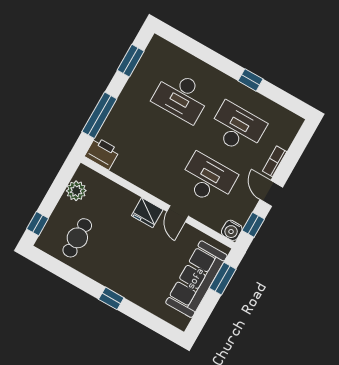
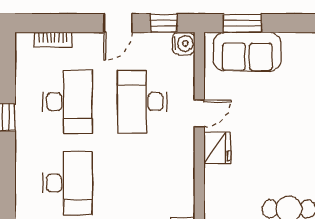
desk: (237, 128) -> (67, 102), turned 180
bookcase: (275, 161) -> (53, 40), moved
sofa: (196, 279) -> (247, 52), width x0.73

